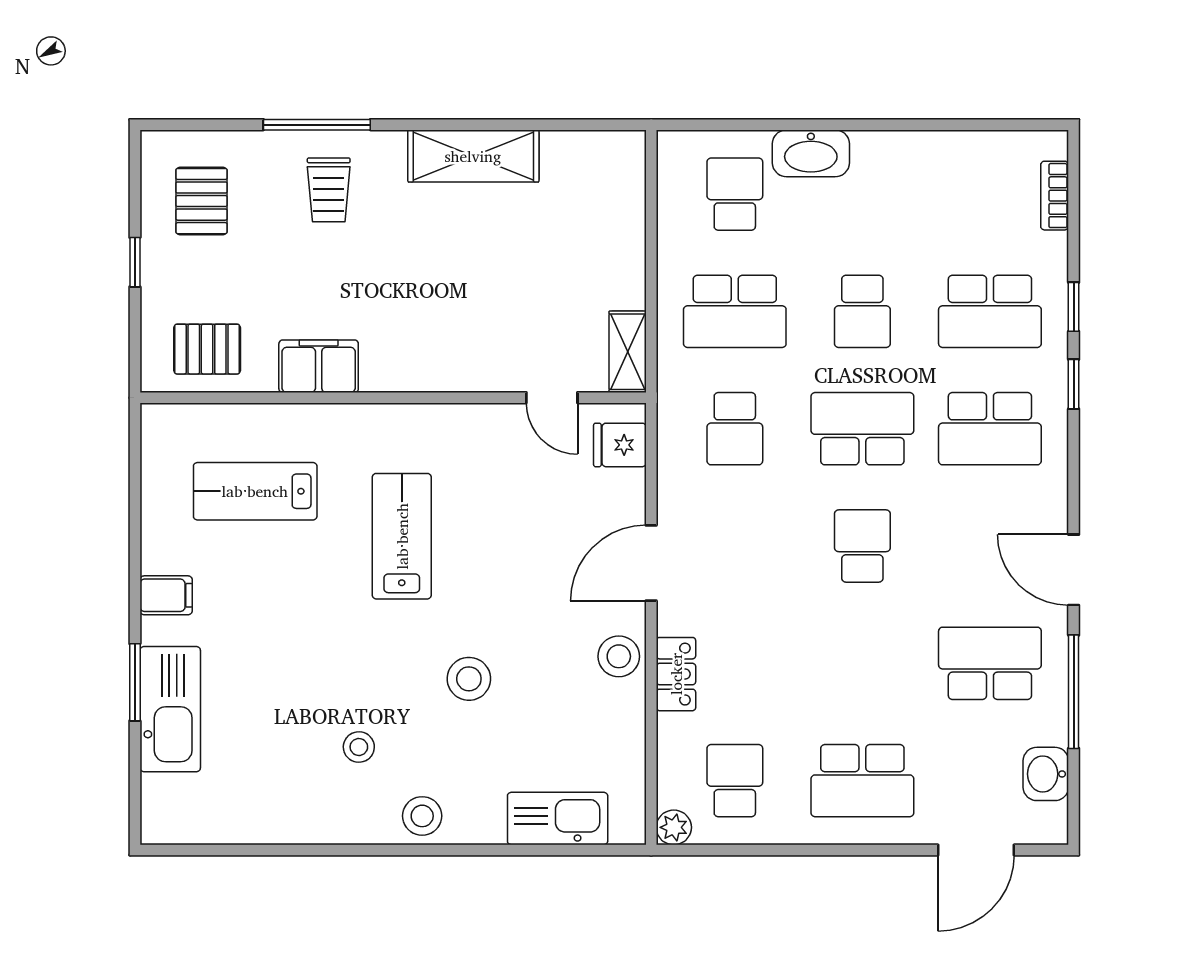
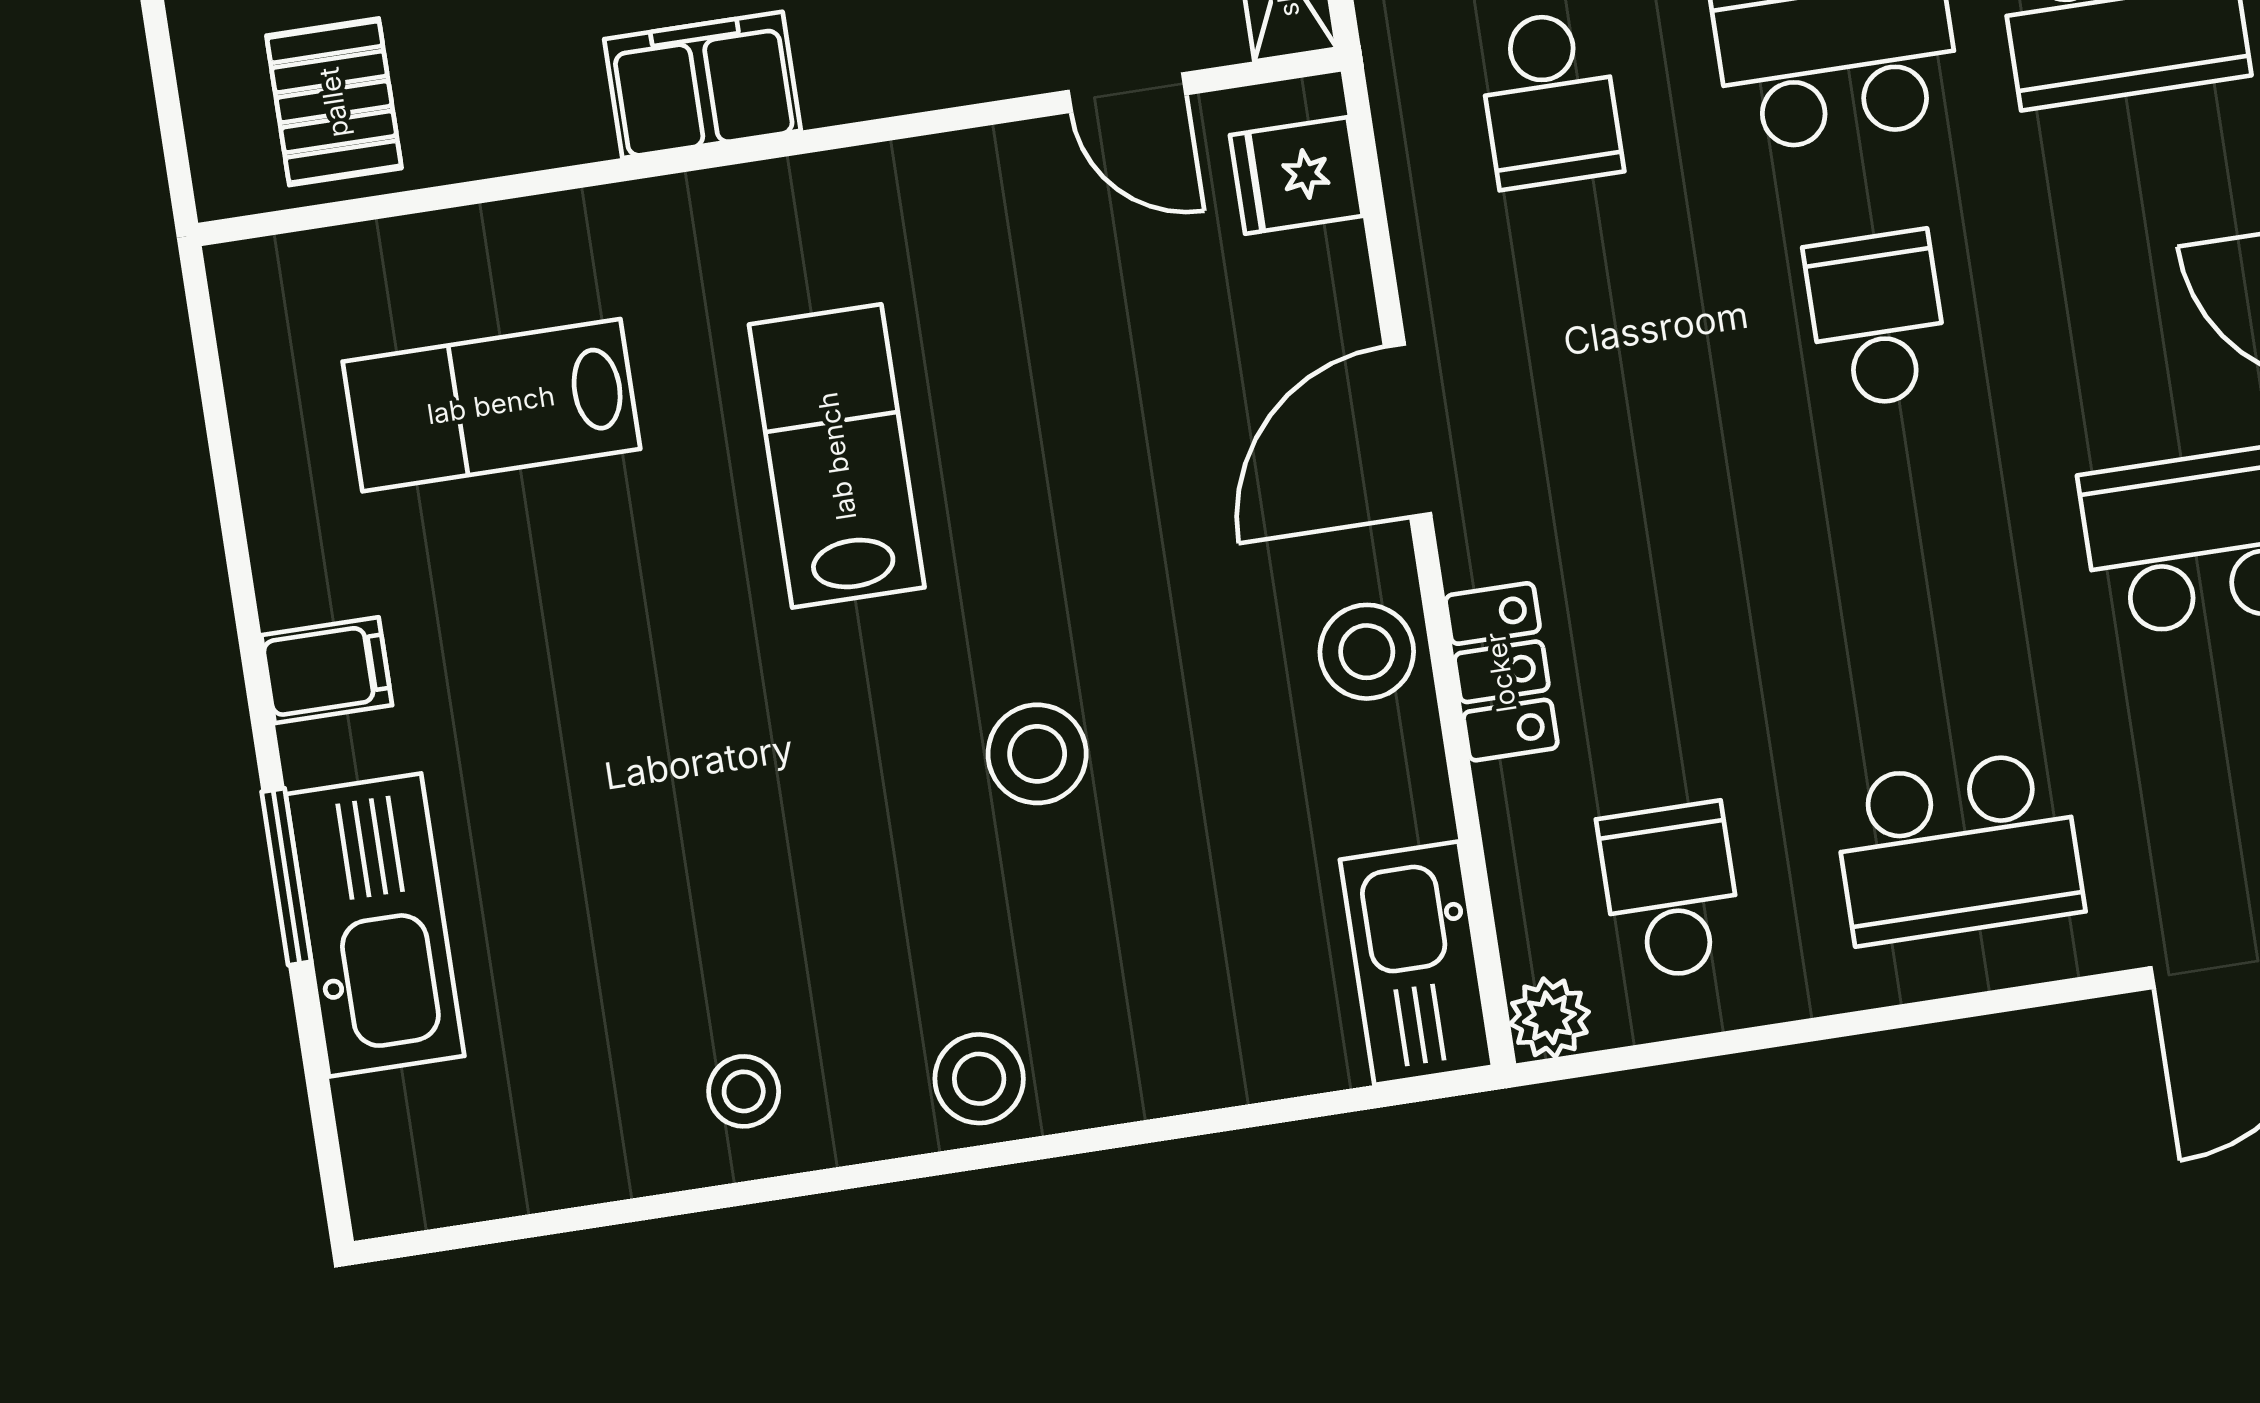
pallet: (207, 349) -> (334, 102), turned 90
filing cabinet: (319, 366) -> (702, 85), moved
stool: (359, 747) -> (744, 1091), moved
kitchen sink: (558, 819) -> (1416, 963), moved, turned -90

